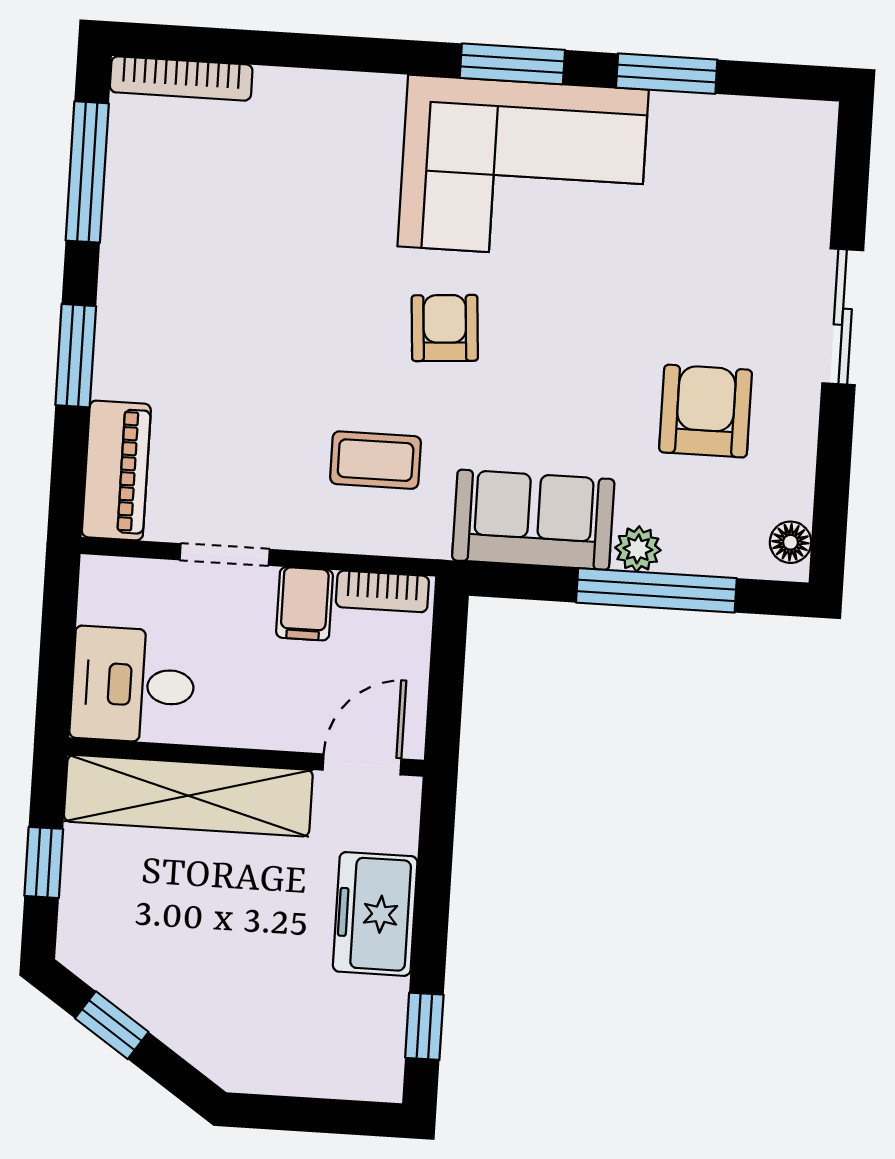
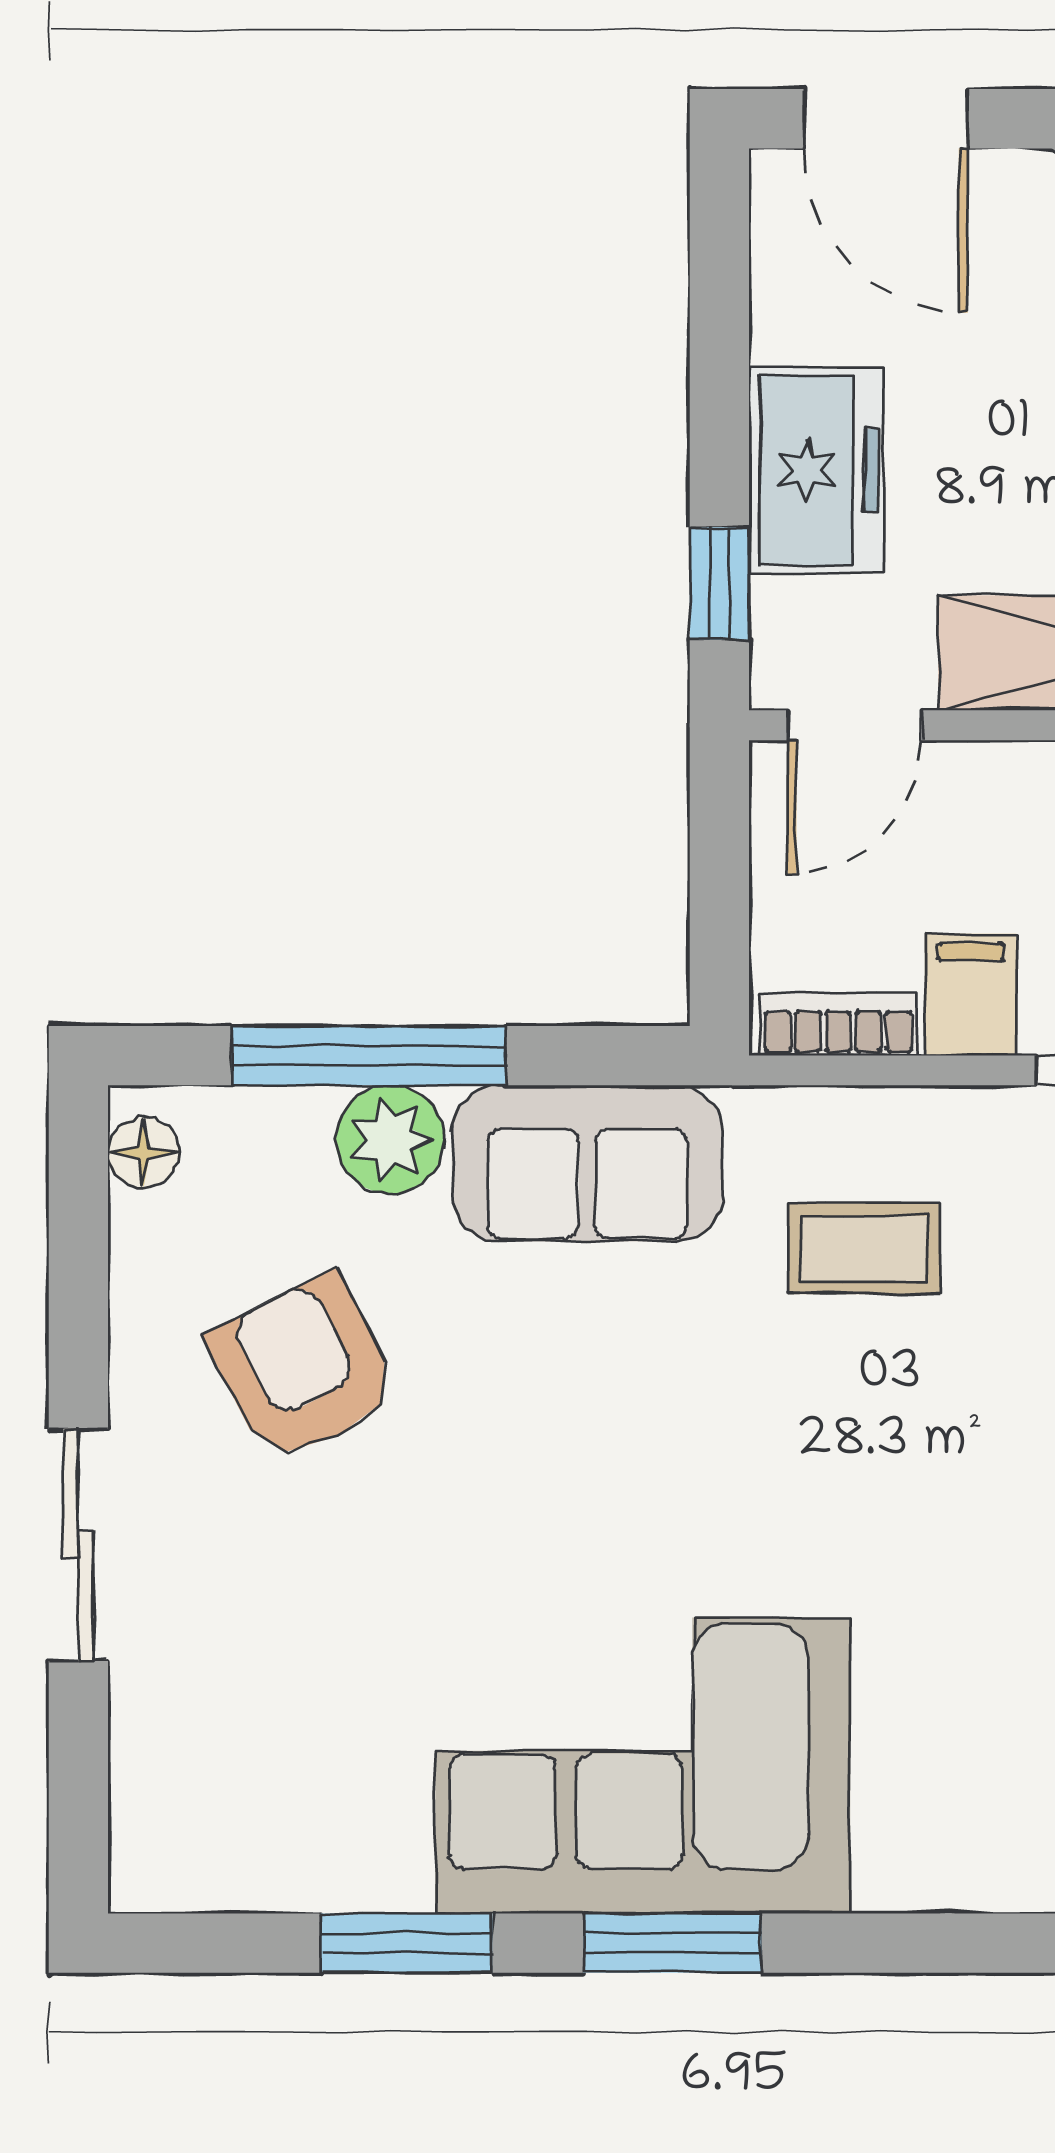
armchair: (445, 328) -> (760, 1483), removed
armchair: (706, 411) -> (303, 1368), turned 153
plant: (638, 549) -> (390, 1139), width x1.38, depth x1.38
window: (424, 1026) -> (719, 583), moved
door: (322, 1115) -> (886, 119), added

